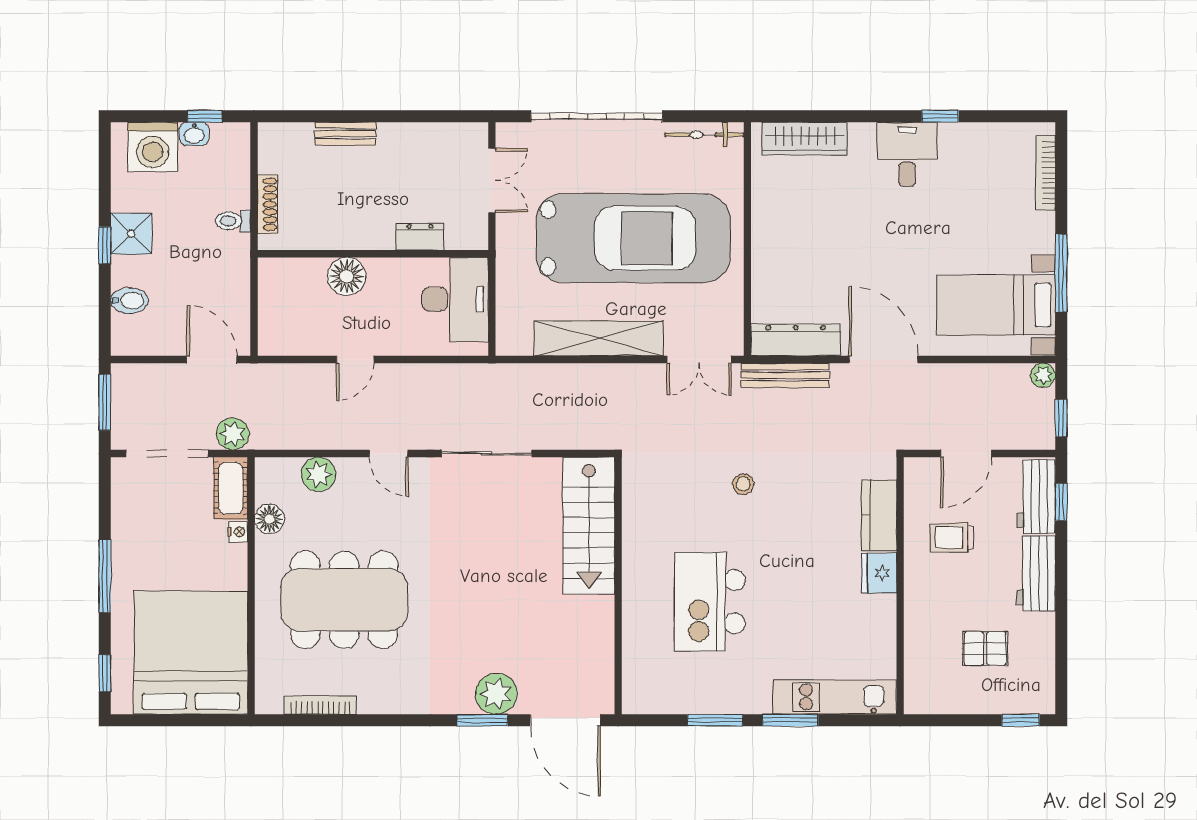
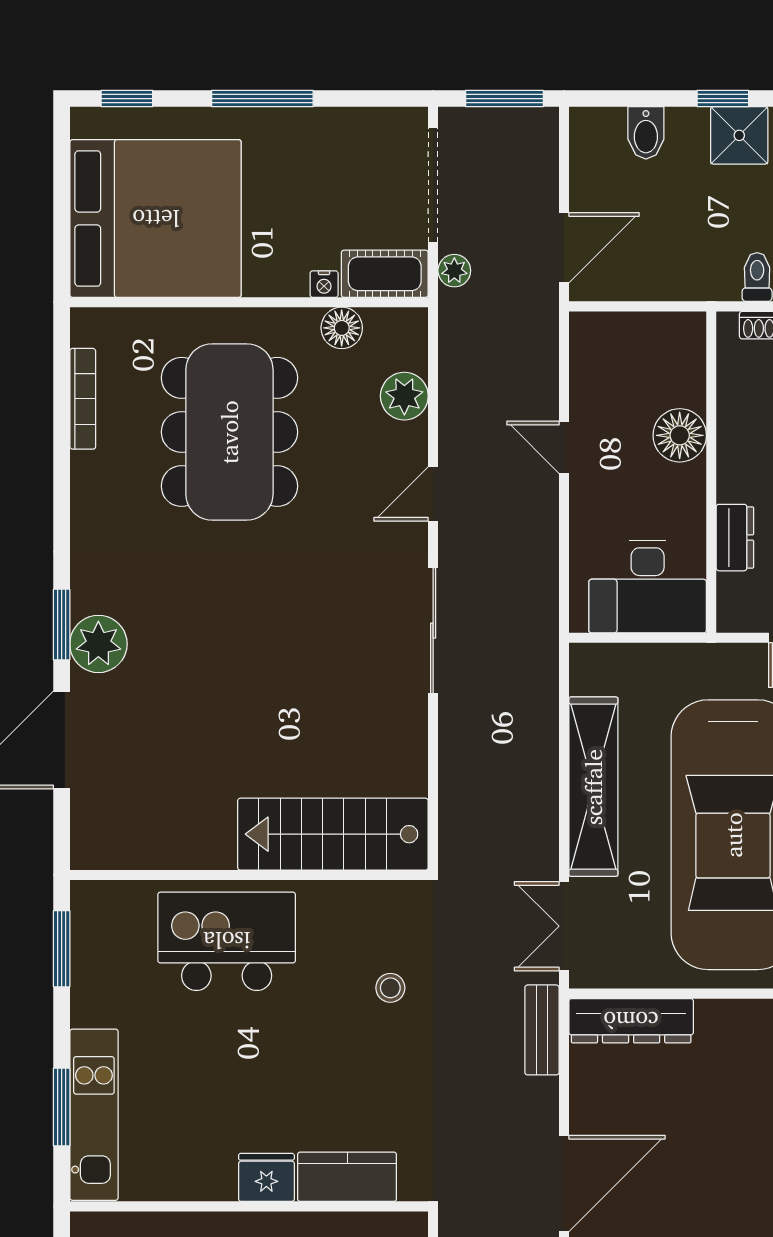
dresser: (796, 340) -> (631, 1021), moved, turned 90
bench: (785, 375) -> (542, 1030), width x0.73
plant: (233, 434) -> (454, 271), width x0.73, depth x0.73
stairs: (589, 525) -> (333, 834), moved
wall: (618, 586) -> (249, 875), moved
window: (790, 720) -> (62, 1107), moved

